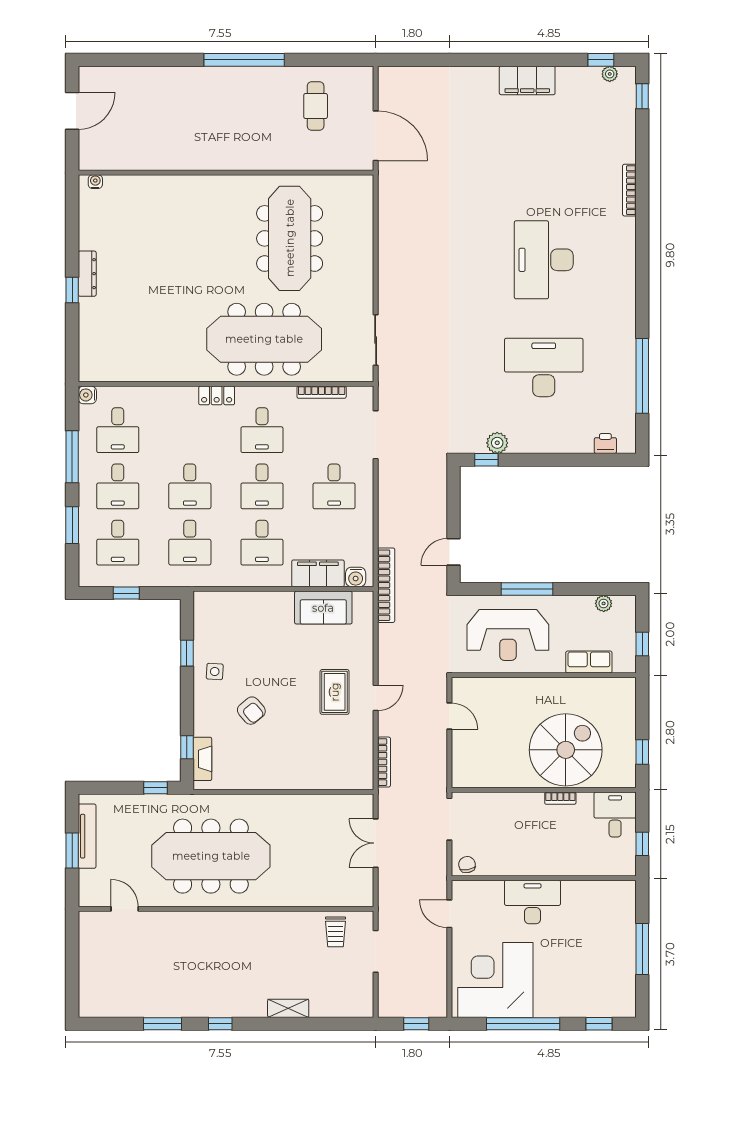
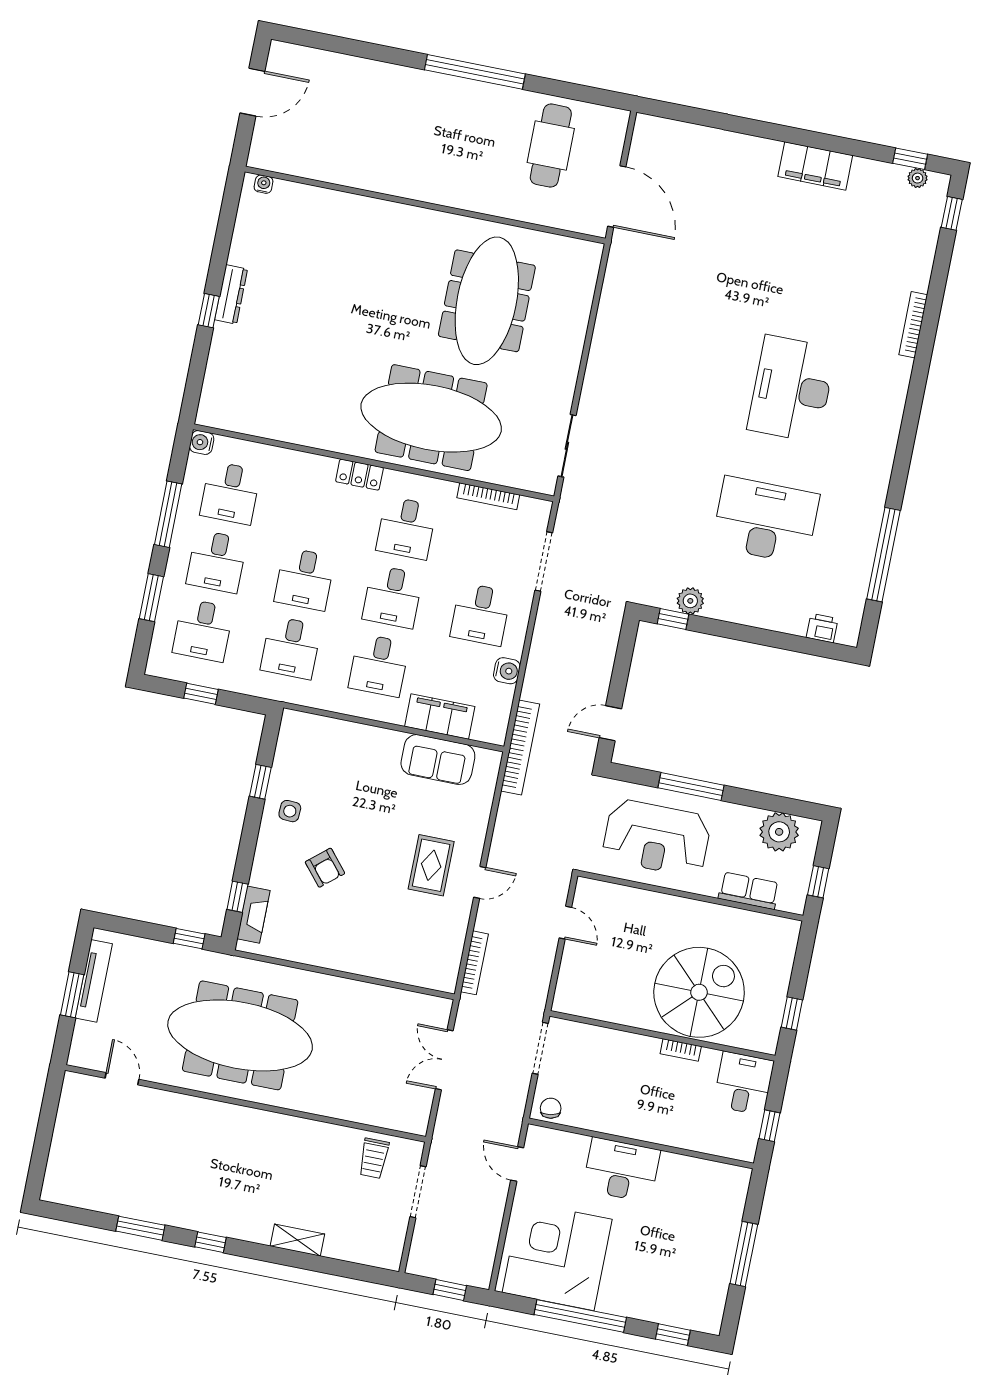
cafe table: (316, 106) -> (551, 146), width x1.37, depth x1.35
water cooler: (356, 577) -> (507, 671), moved, turned -90
plant: (604, 603) -> (779, 832), width x1.88, depth x1.88

